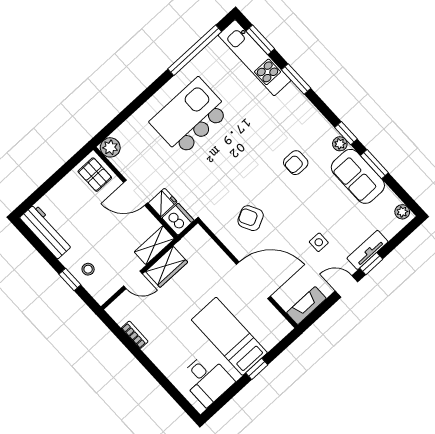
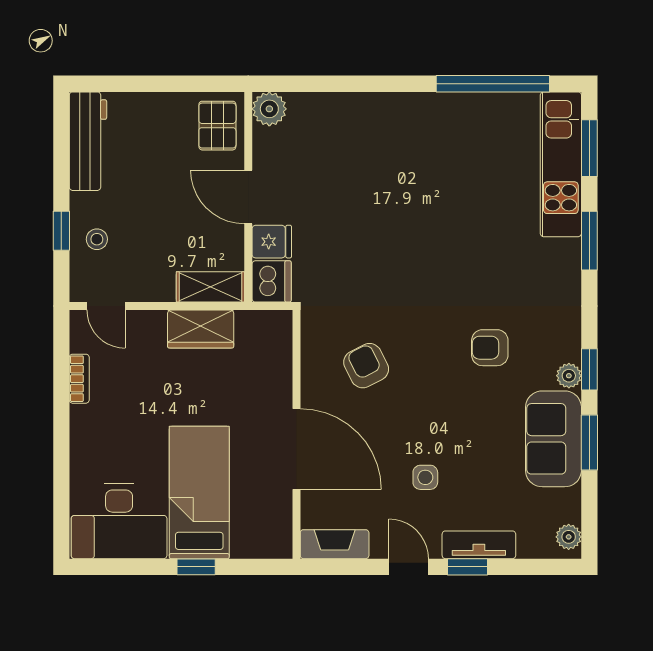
kitchen island: (190, 117) -> (408, 163), removed
door: (133, 280) -> (106, 306), moved
desk: (207, 379) -> (119, 521), width x1.37

